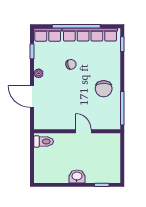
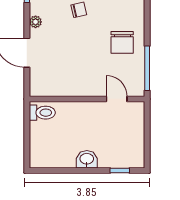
door: (83, 131) -> (117, 99), moved

